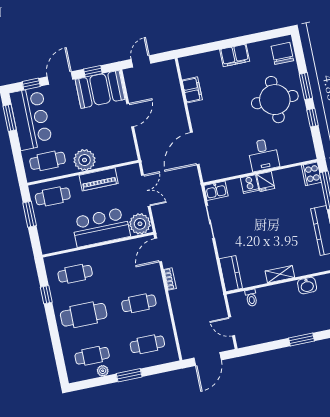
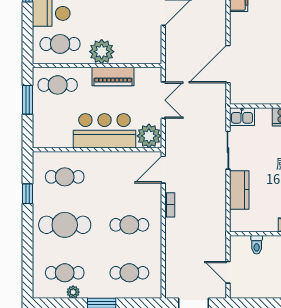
kitchen counter: (231, 274) -> (239, 190), moved

